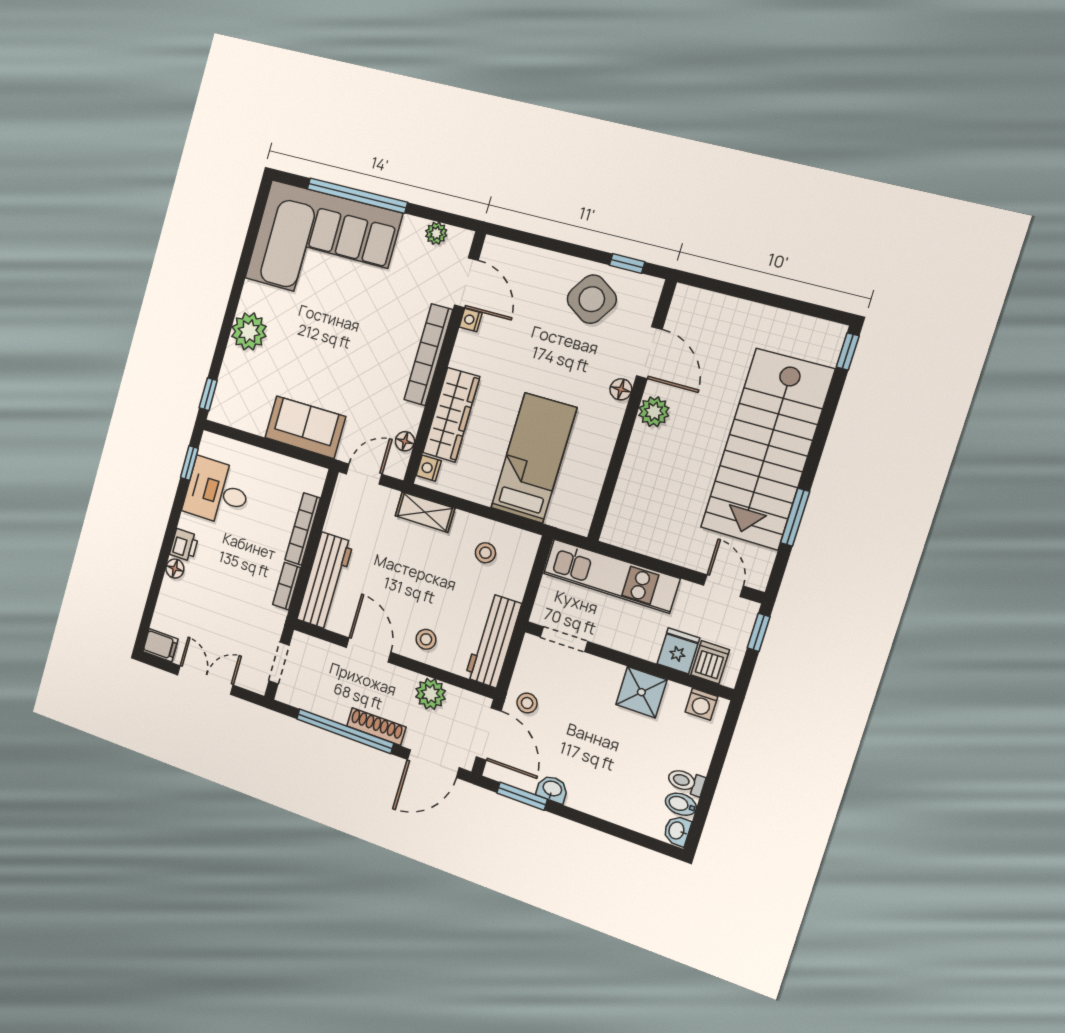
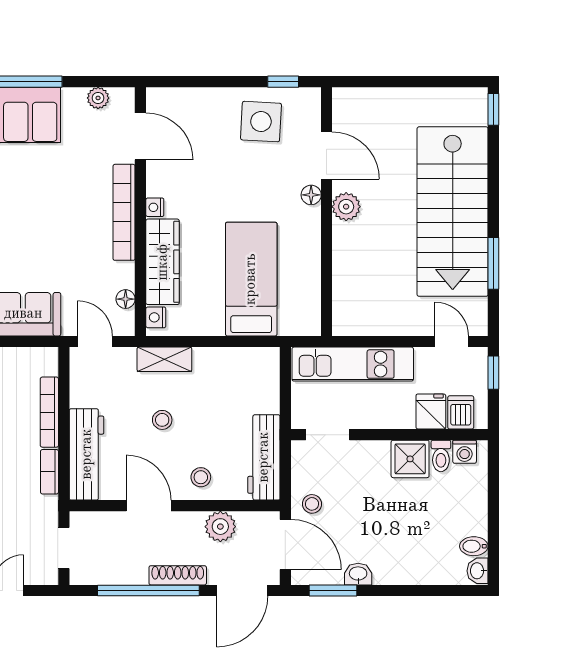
side table: (592, 299) -> (261, 122), turned -30
nightstand: (471, 320) -> (155, 207), moved
door: (364, 474) -> (95, 342), hinge flipped
stool: (485, 553) -> (162, 420), moved
toilet: (686, 782) -> (441, 456), moved, turned -90

